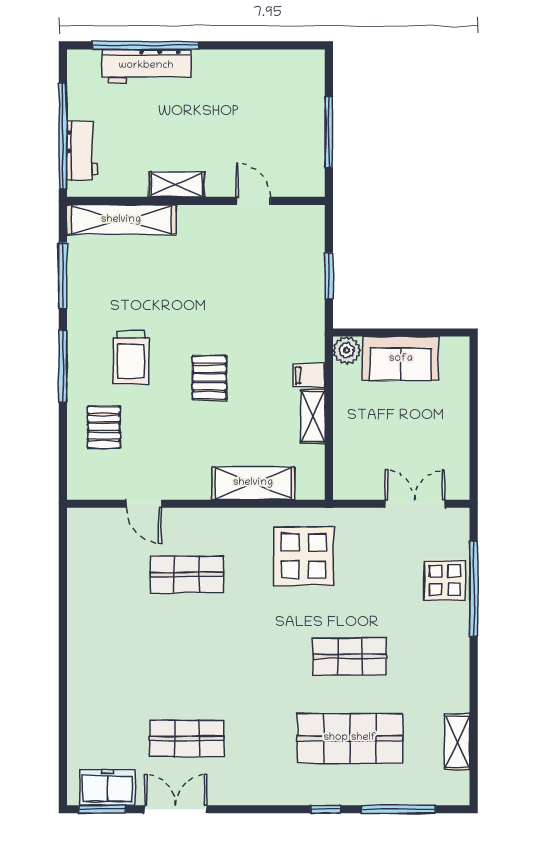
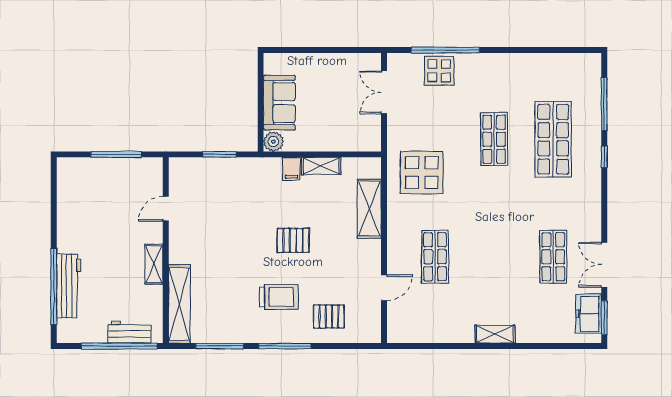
shelving: (457, 742) -> (495, 334), moved

